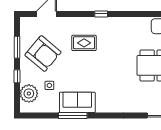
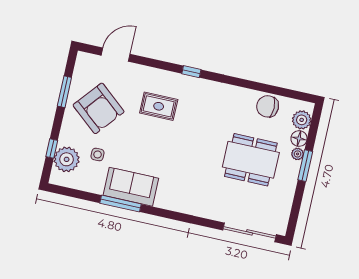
window: (17, 76) -> (52, 148), moved

